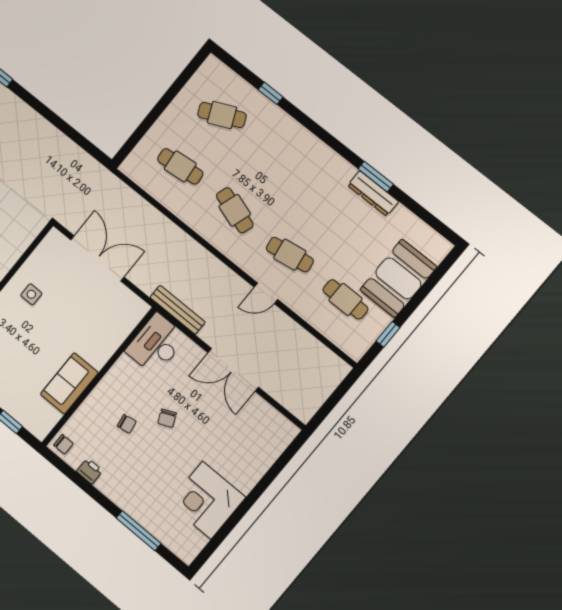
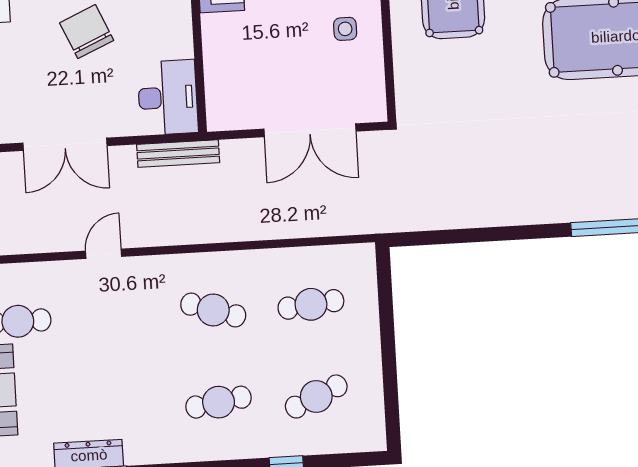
cafe table: (290, 255) -> (219, 402), moved
double door: (233, 370) -> (65, 144), swing flipped
chair: (167, 418) -> (87, 32), width x1.87, depth x1.87

